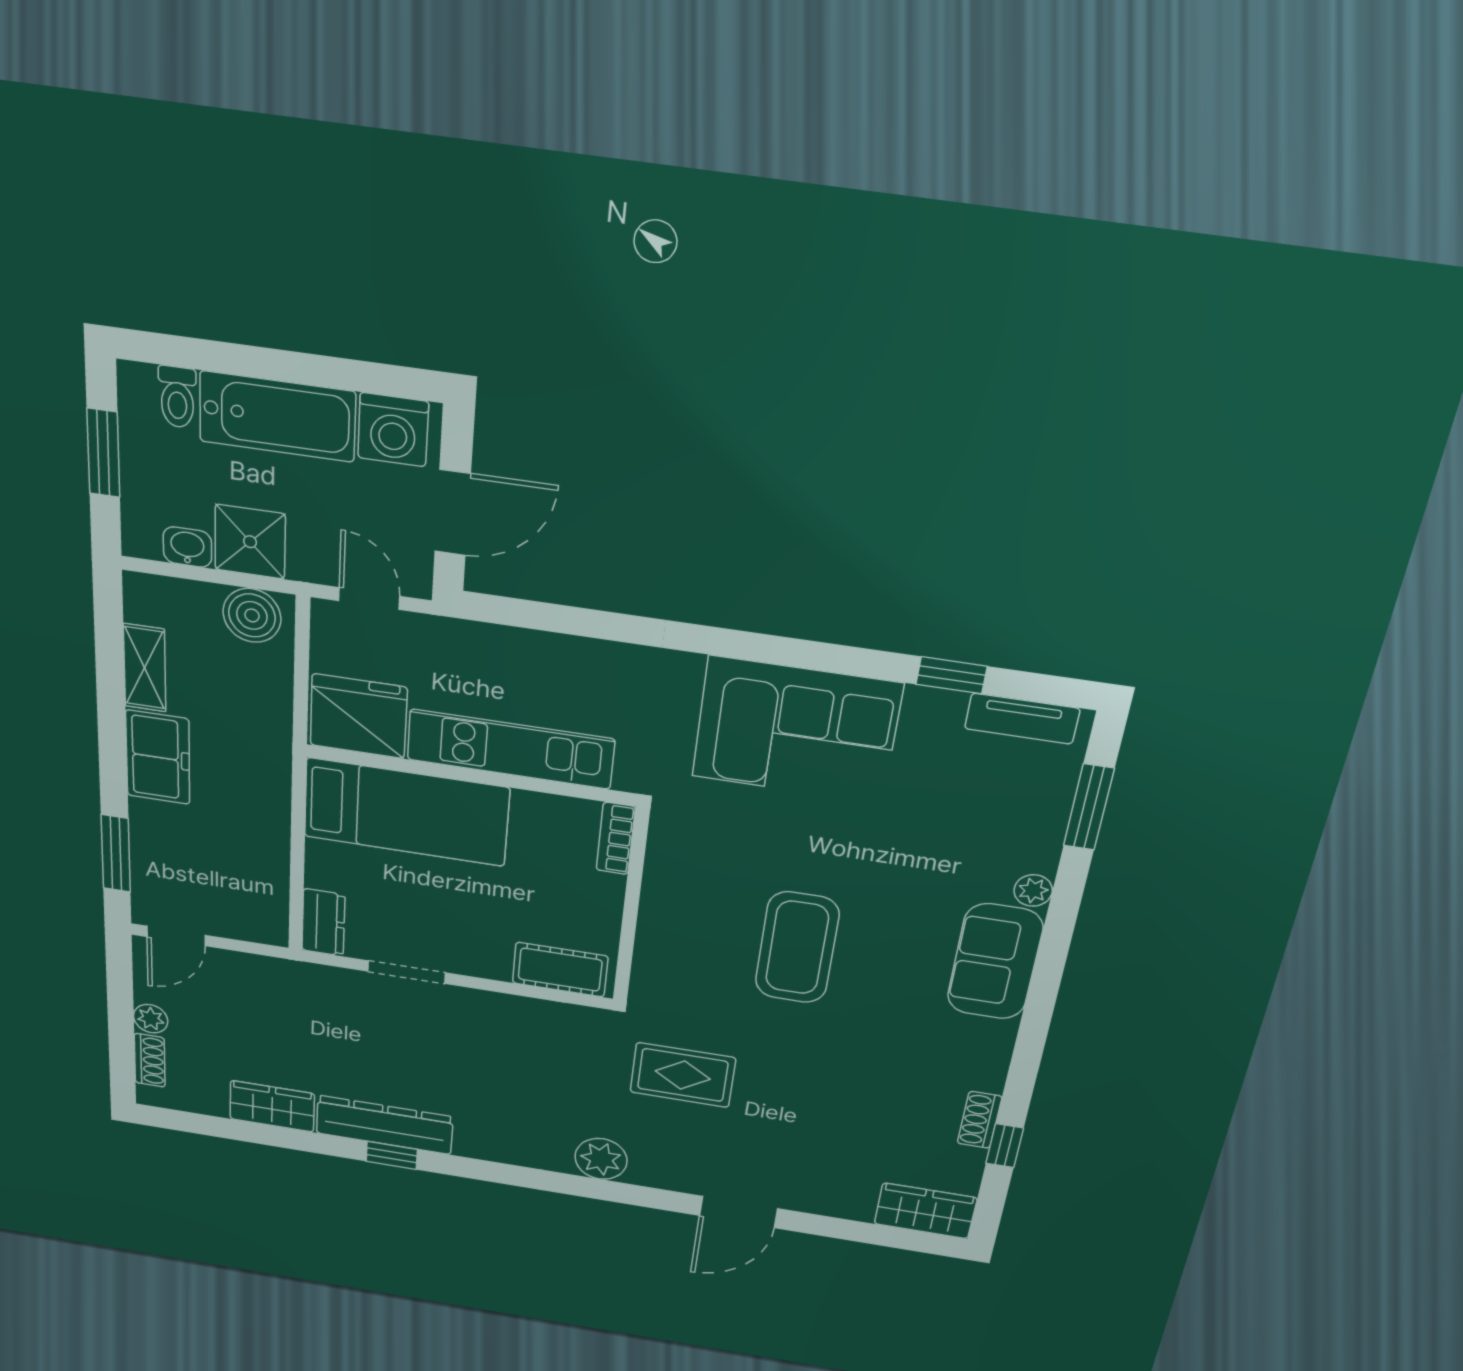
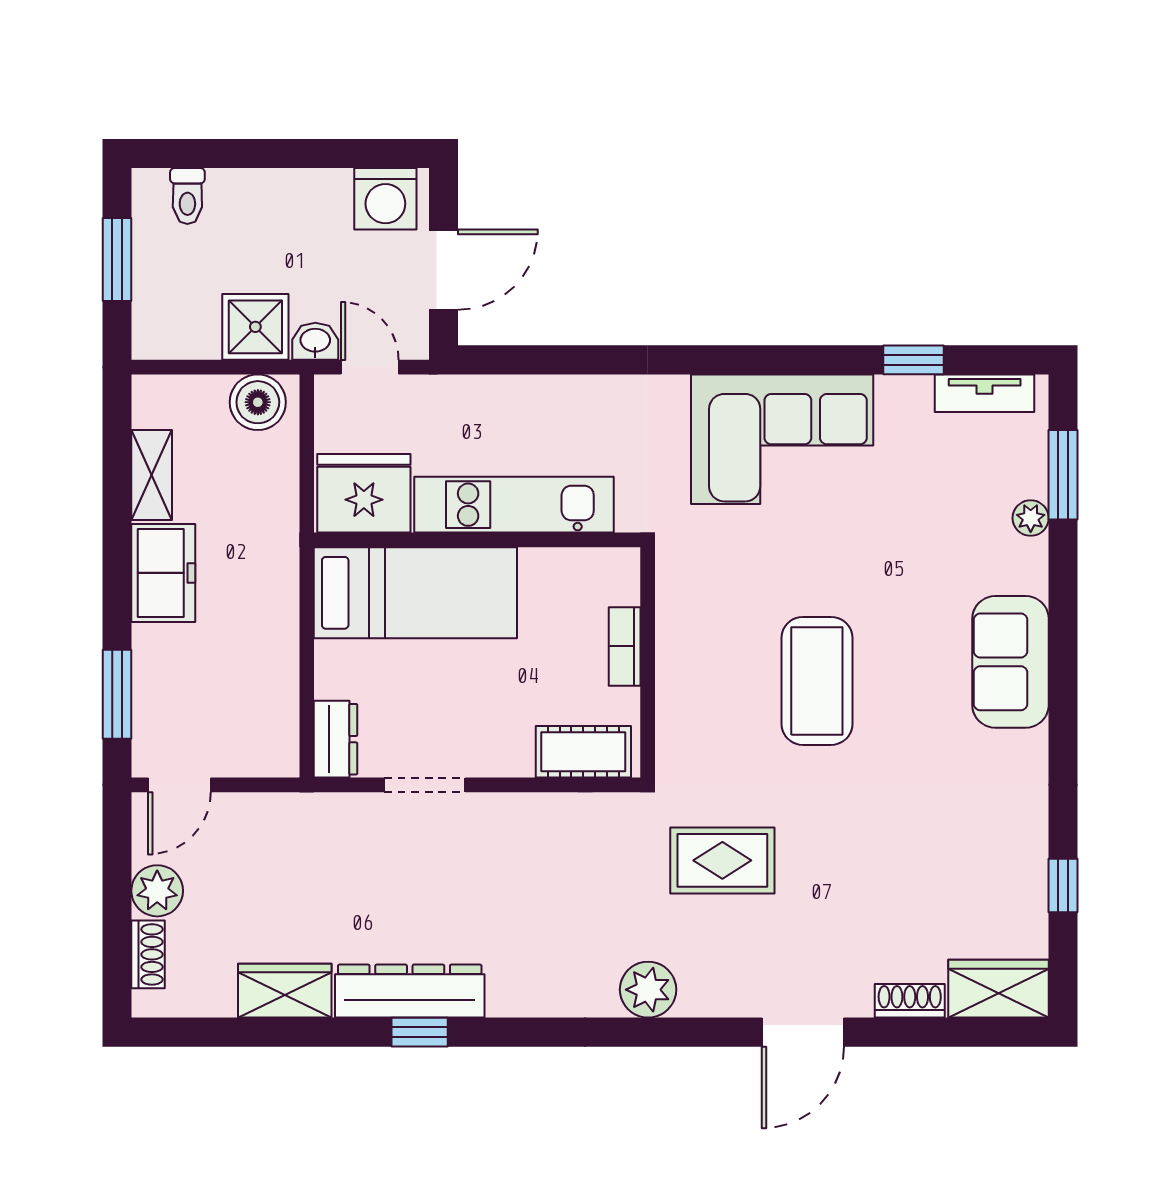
bathtub: (277, 417) -> (280, 201), removed
washbasin: (187, 547) -> (315, 341), moved
bookcase: (616, 838) -> (625, 646), moved
plant: (1033, 890) -> (1031, 518), moved
plant: (151, 1019) -> (157, 891), width x1.38, depth x1.38
shoe rack: (980, 1120) -> (910, 1001), moved, turned 90

